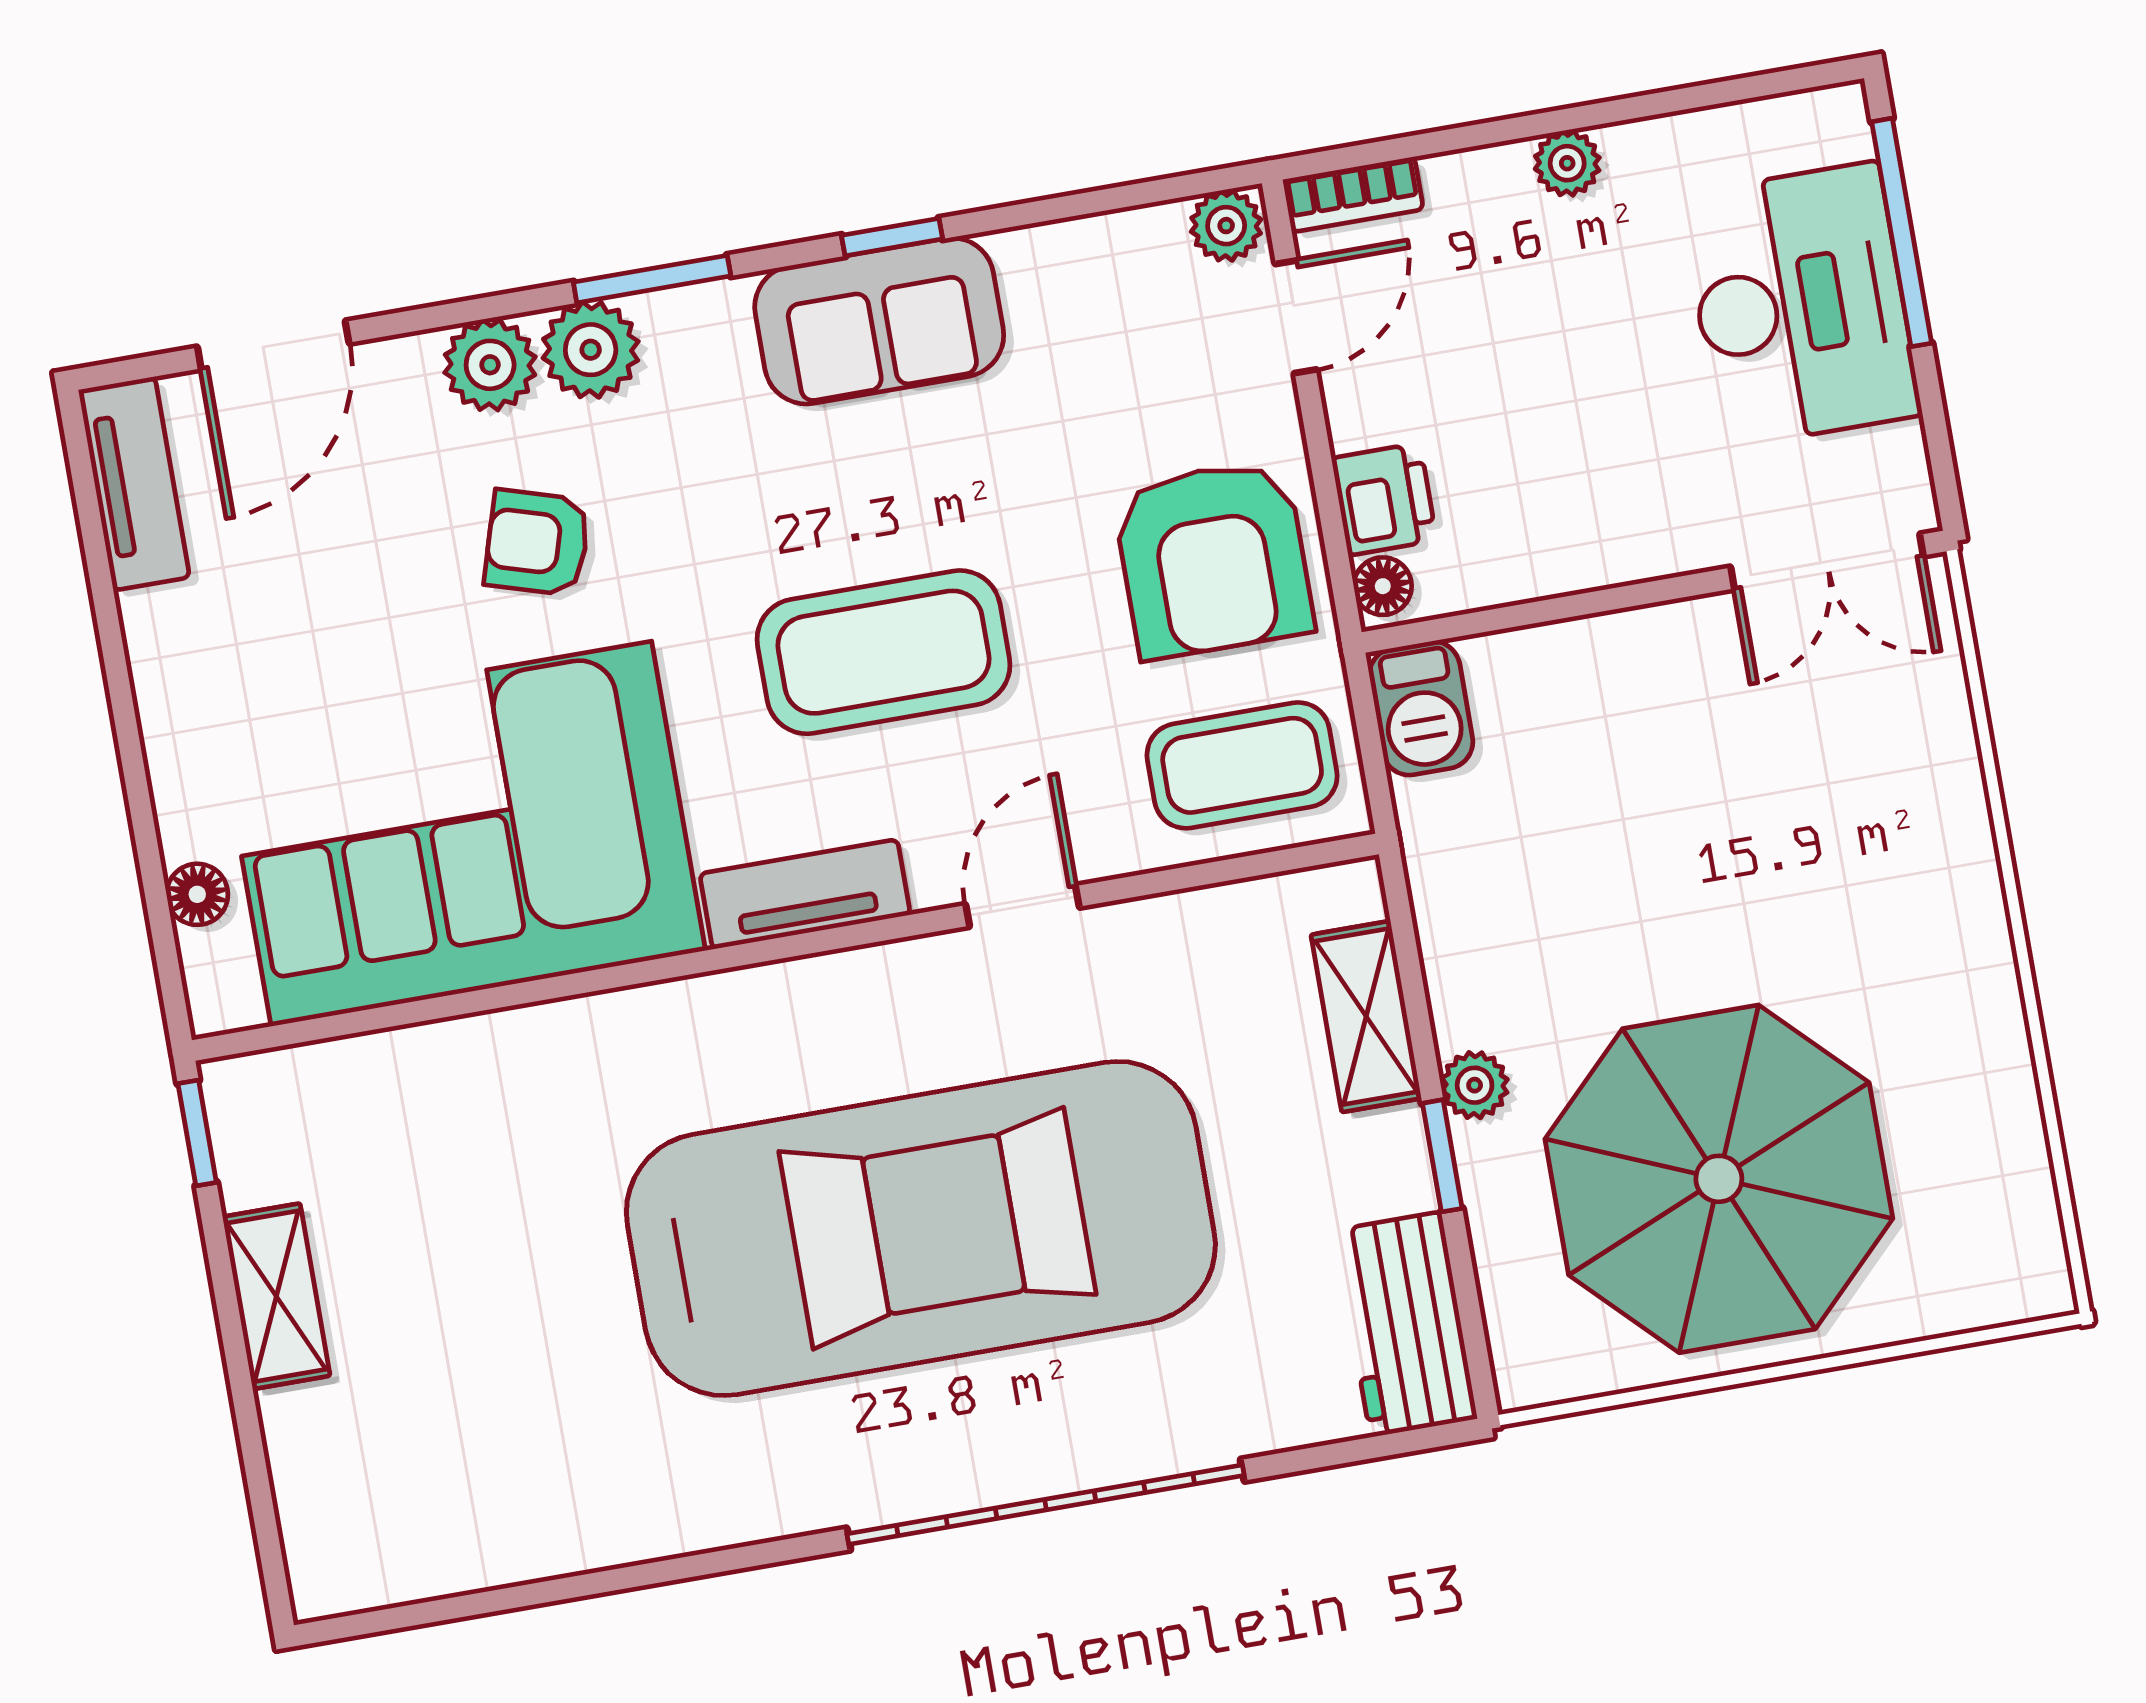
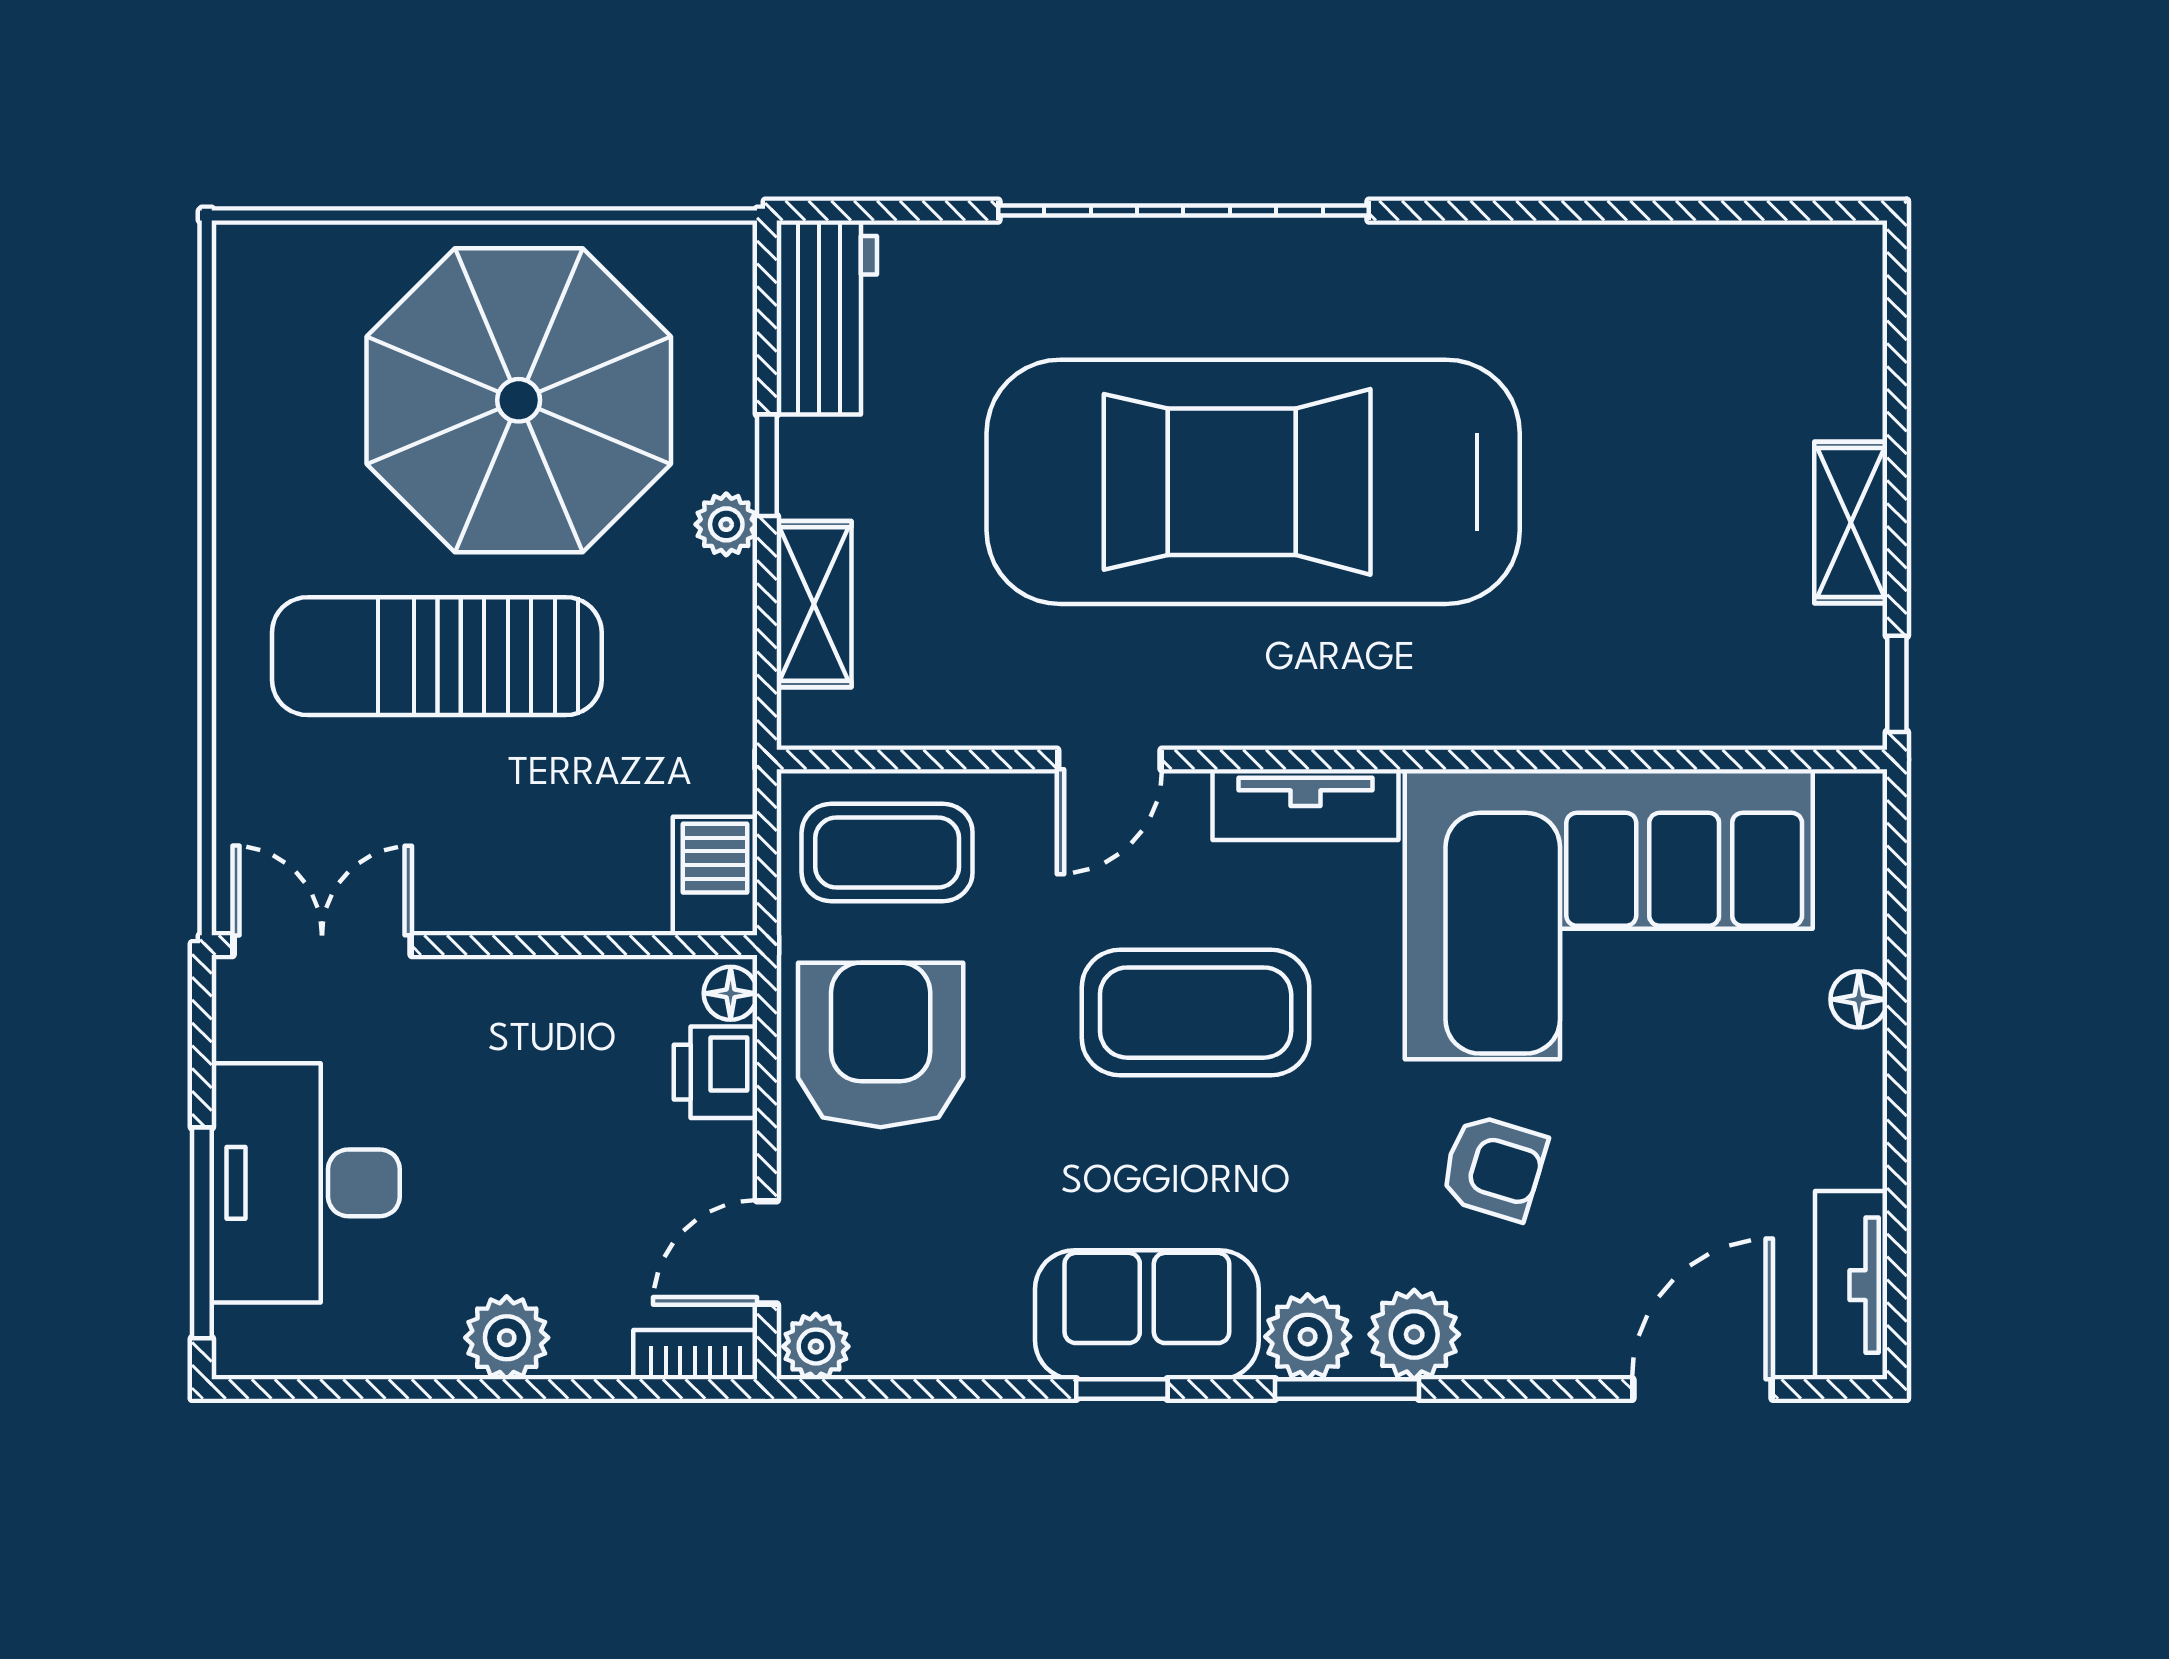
plant: (1567, 163) -> (507, 1338), width x1.38, depth x1.38
plant: (490, 365) -> (1308, 1337), moved
sun lounger: (1759, 891) -> (437, 656), added
floor lamp: (197, 894) -> (1859, 999), moved

